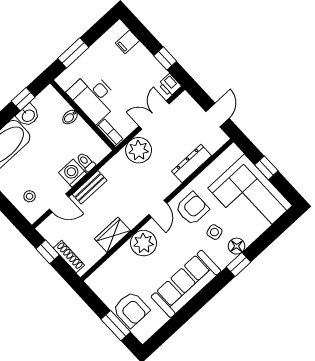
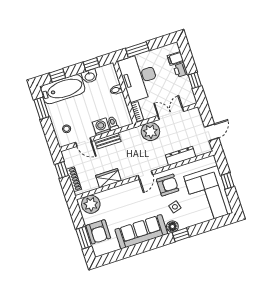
printer: (170, 85) -> (180, 70), moved
desk: (93, 97) -> (139, 77), width x1.36, depth x1.30
plant: (144, 243) -> (91, 204), moved
floor lamp: (237, 246) -> (172, 227), moved

